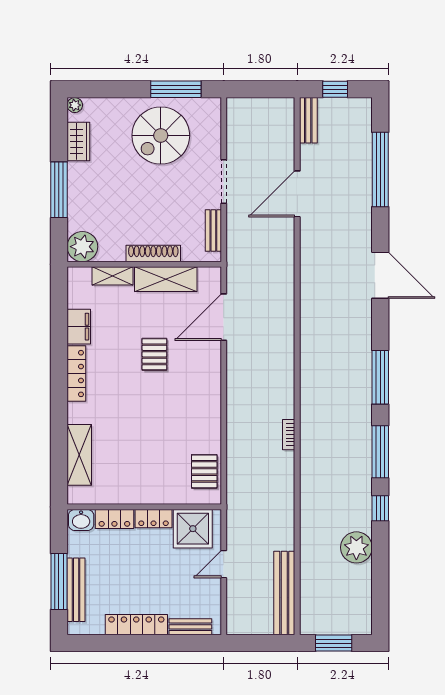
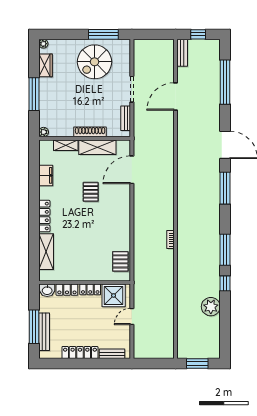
plant: (82, 247) -> (44, 132), width x0.53, depth x0.53
locker: (76, 374) -> (44, 216), moved
window: (380, 377) -> (225, 188), moved
bench: (284, 593) -> (168, 334), removed

